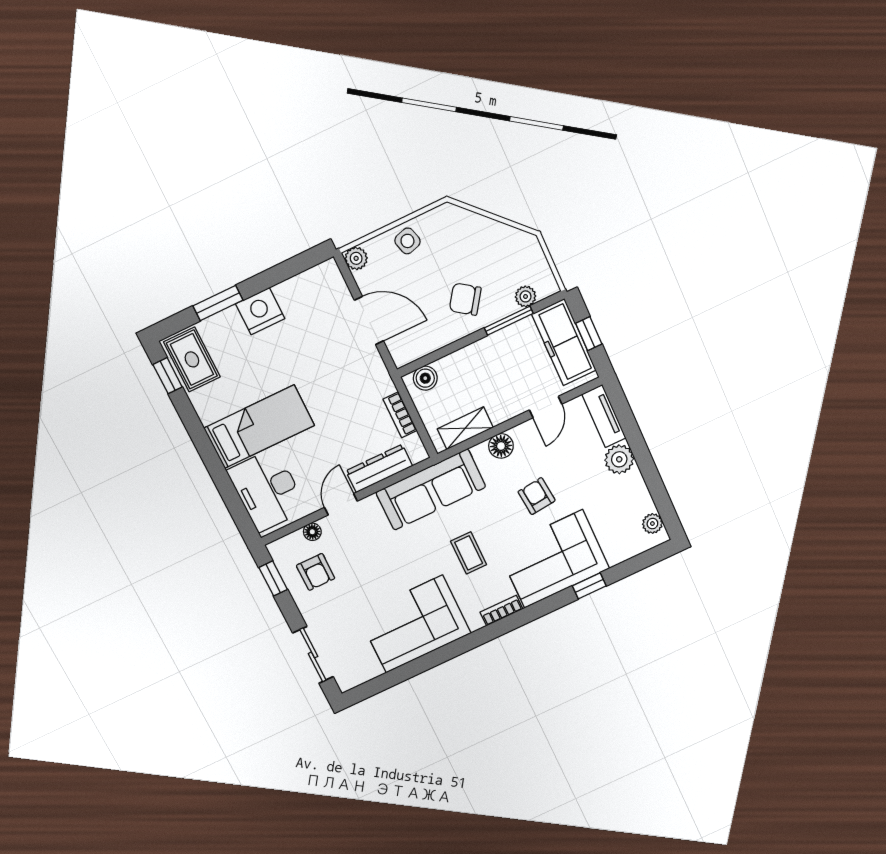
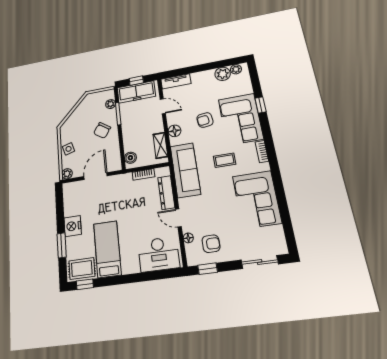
bed: (259, 427) -> (107, 249), moved
plant: (619, 459) -> (223, 74), moved

